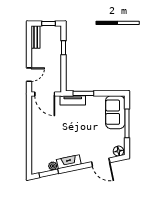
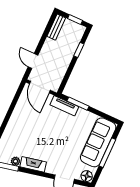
door: (29, 75) -> (33, 61), swing flipped
sofa: (115, 112) -> (98, 142), width x1.36

